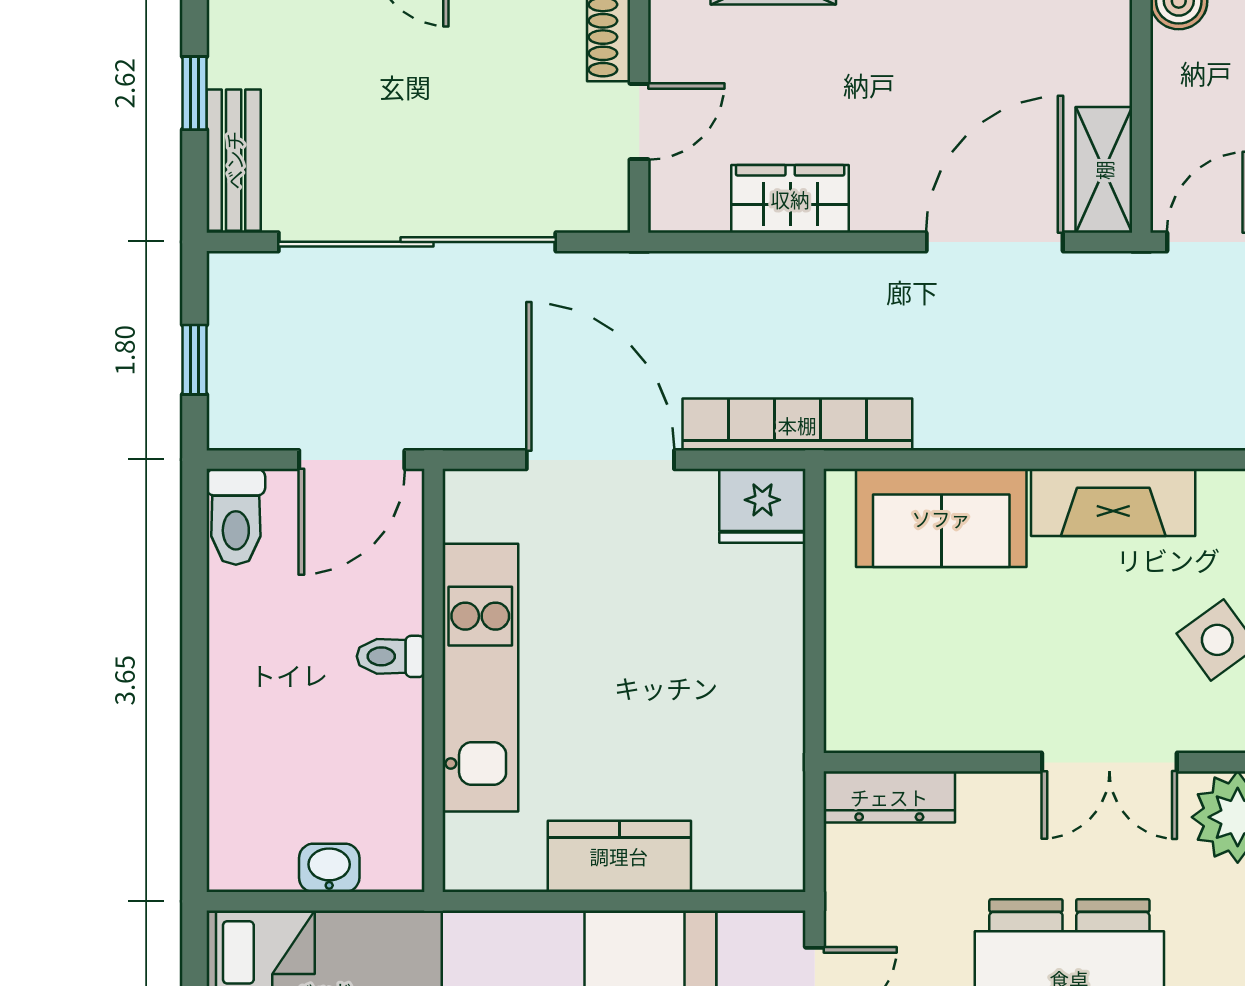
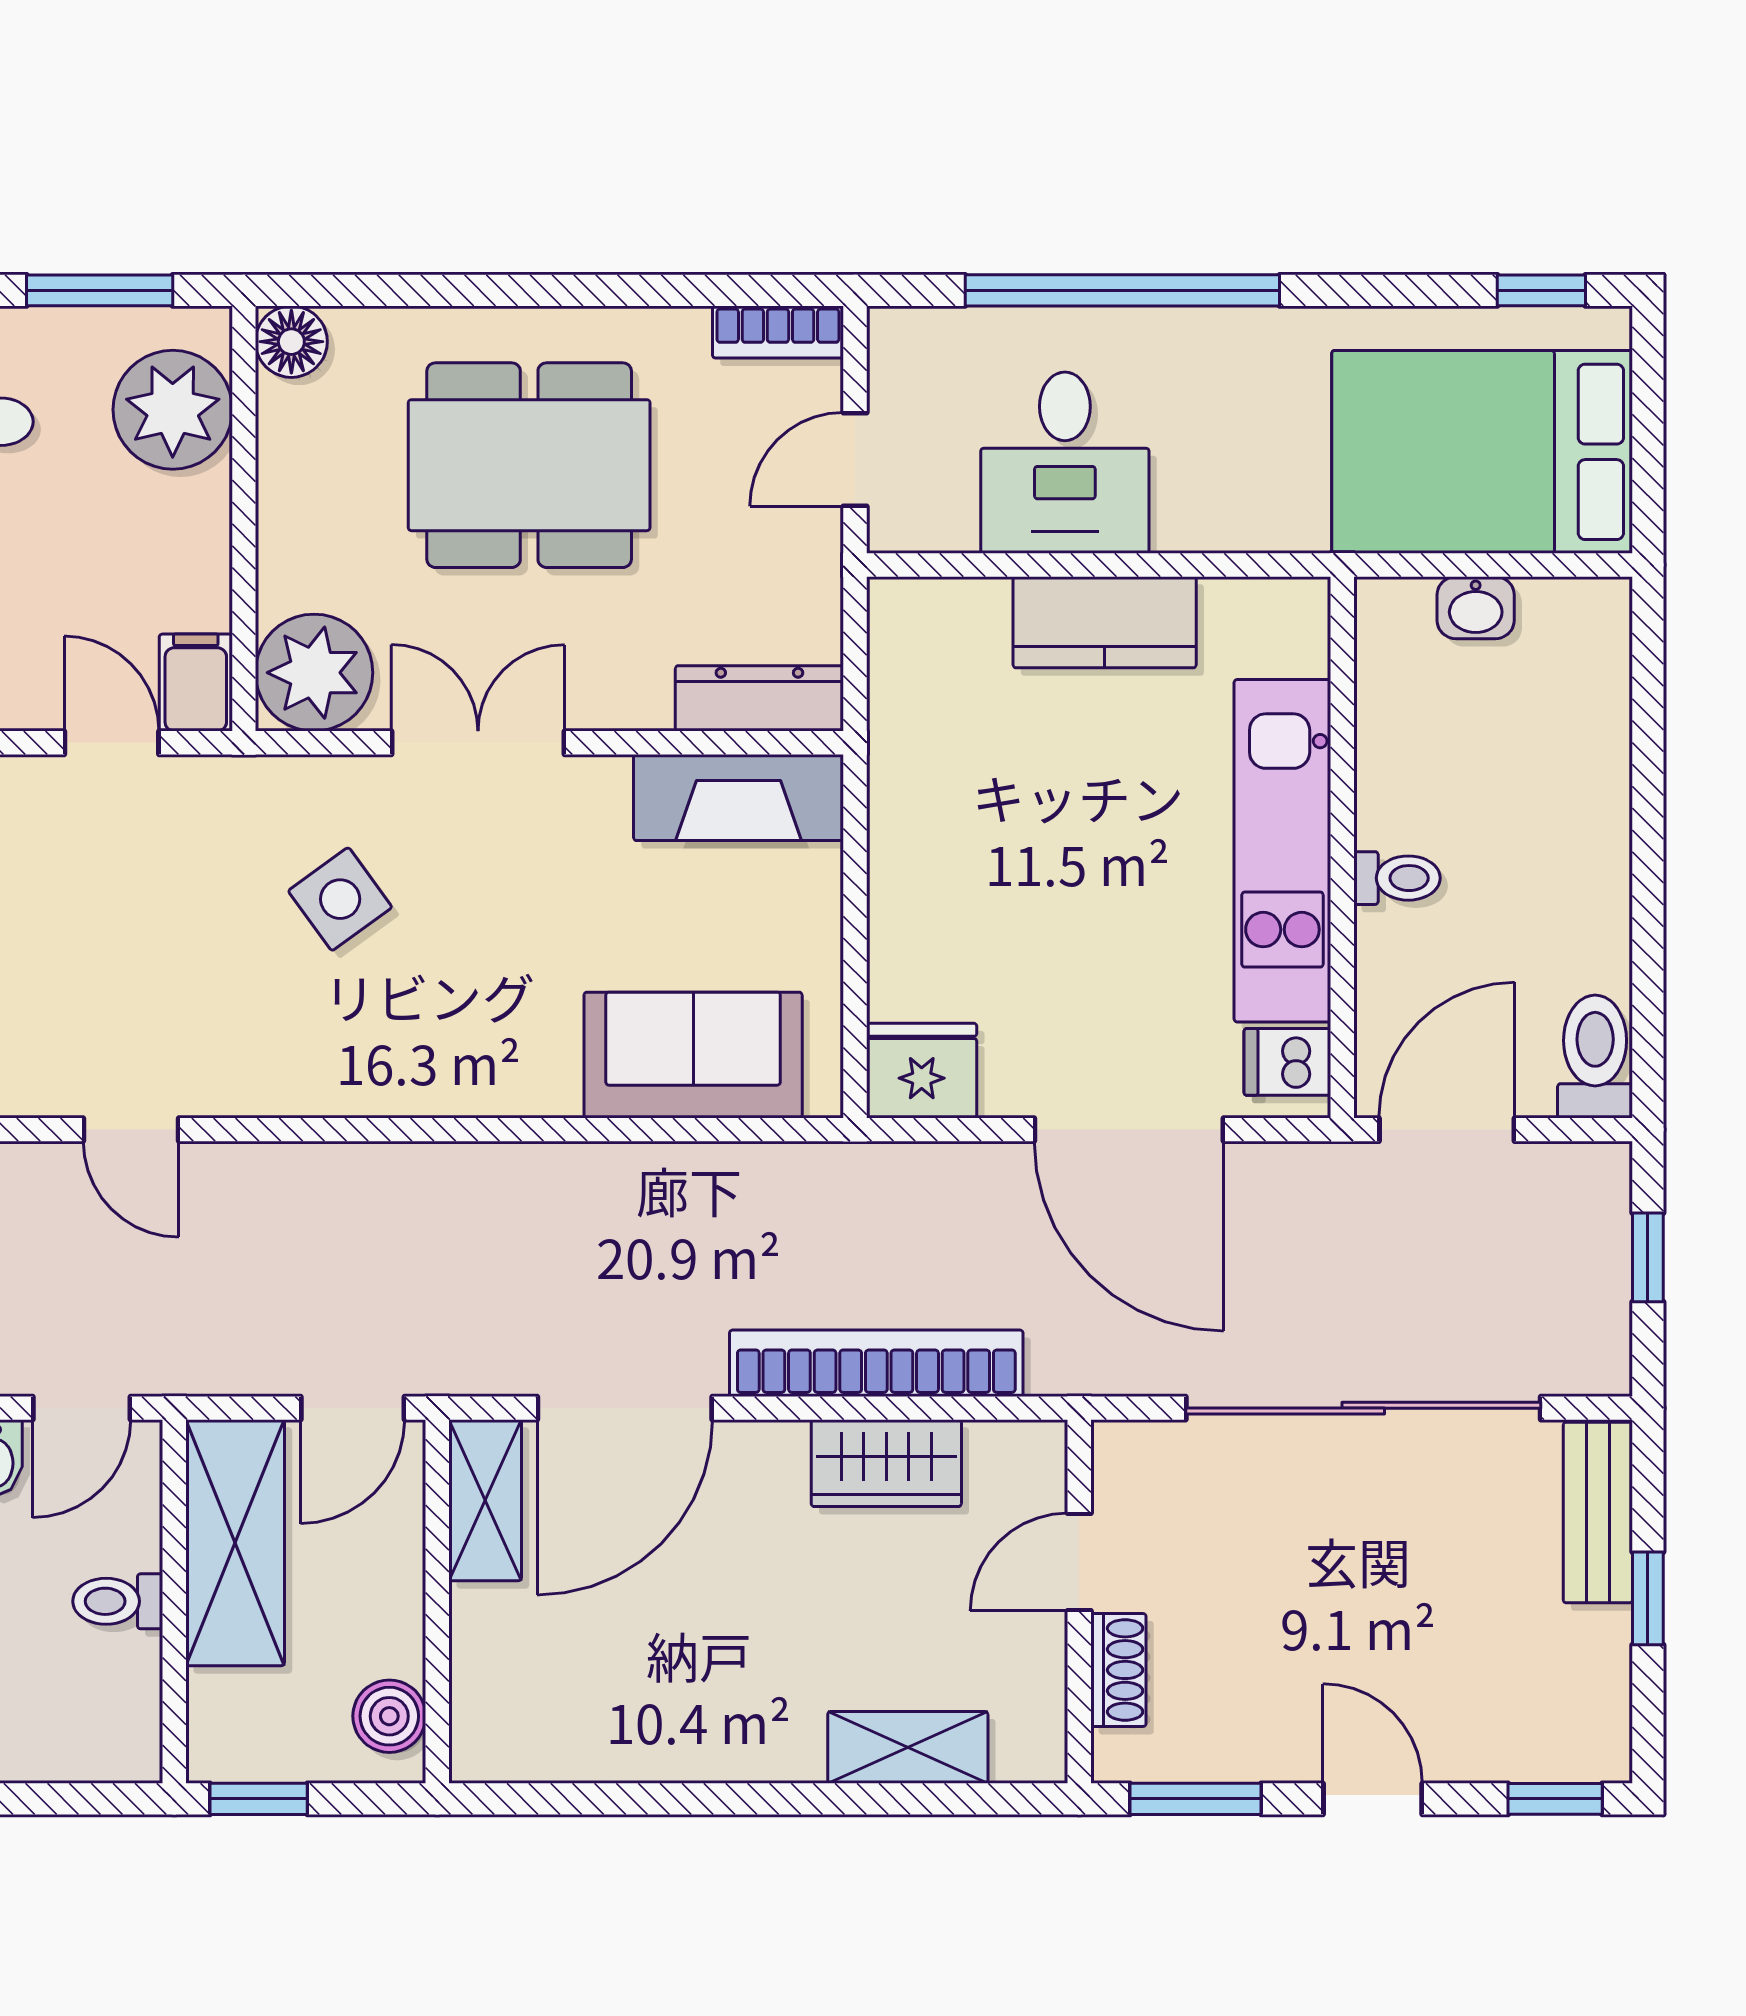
bookcase: (797, 425) -> (876, 1363), moved, turned 180
fireplace: (1113, 502) -> (739, 798), moved, turned 180
dishwasher: (476, 513) -> (1287, 1062), added

